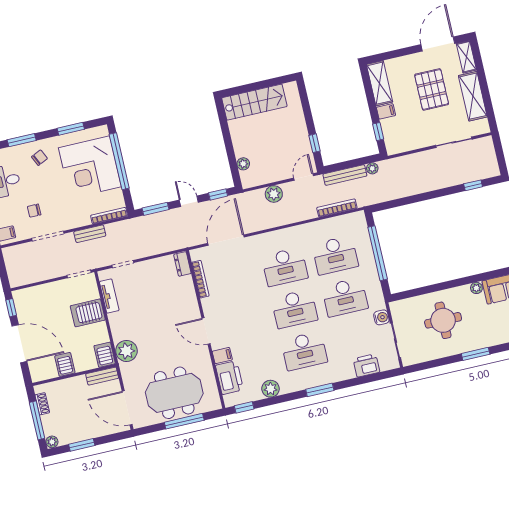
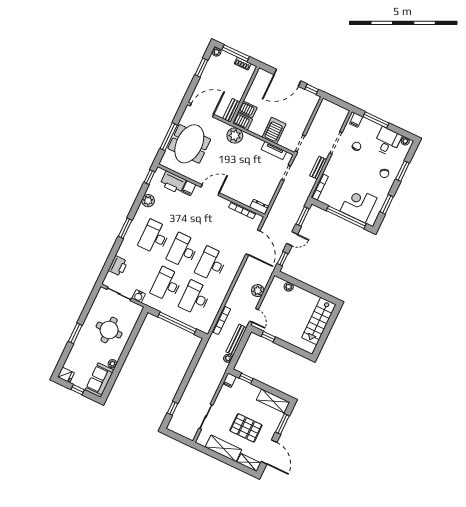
window: (396, 54) -> (282, 424), added
filing cabinet: (386, 111) -> (229, 380), moved
corner desk: (90, 167) -> (359, 205), width x0.74, depth x0.74
server rack: (65, 364) -> (248, 109), moved

